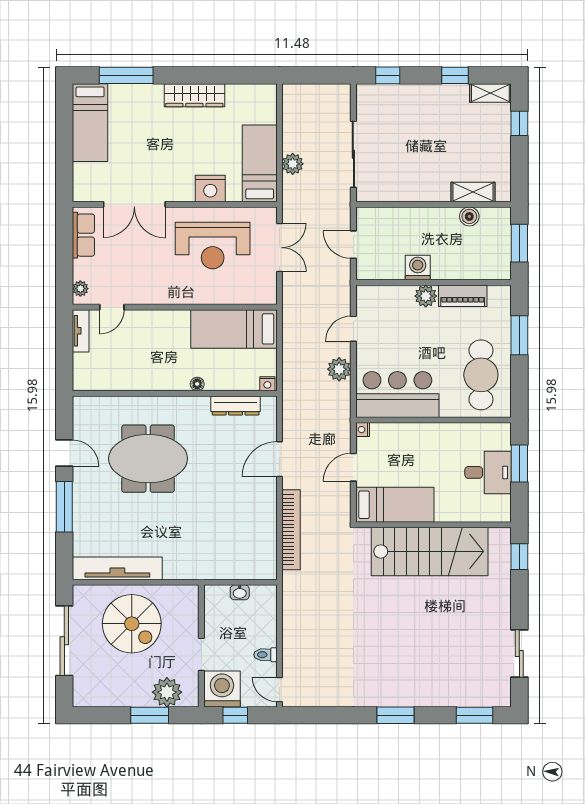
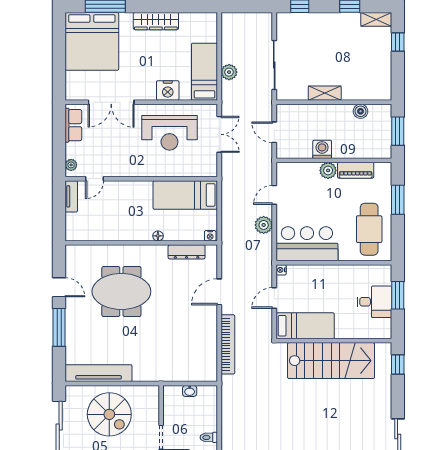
bed: (90, 123) -> (92, 41), width x2.04
shelving: (473, 192) -> (325, 93), moved

